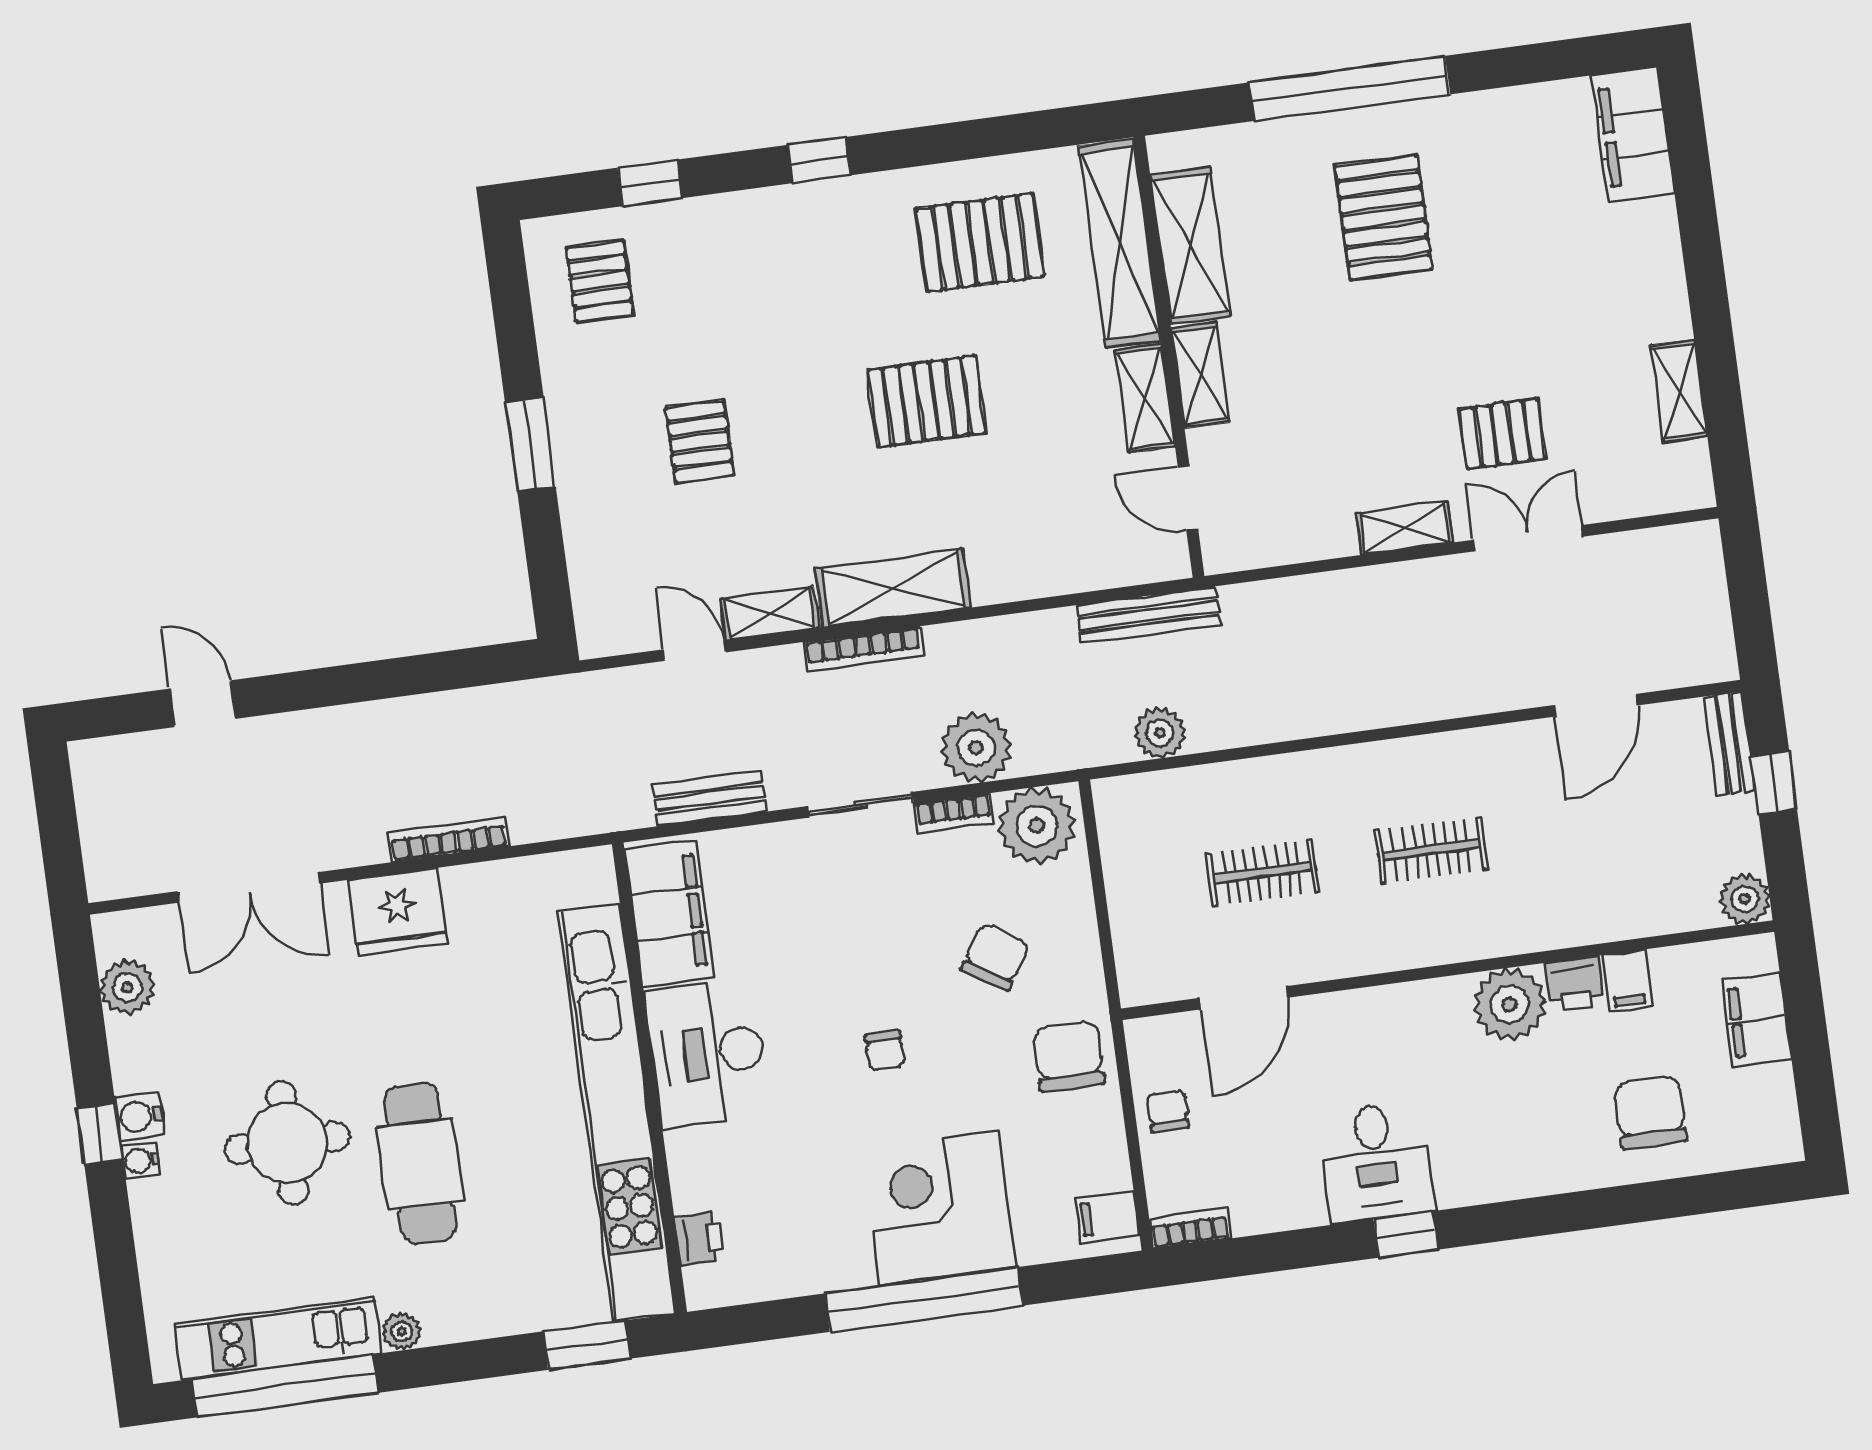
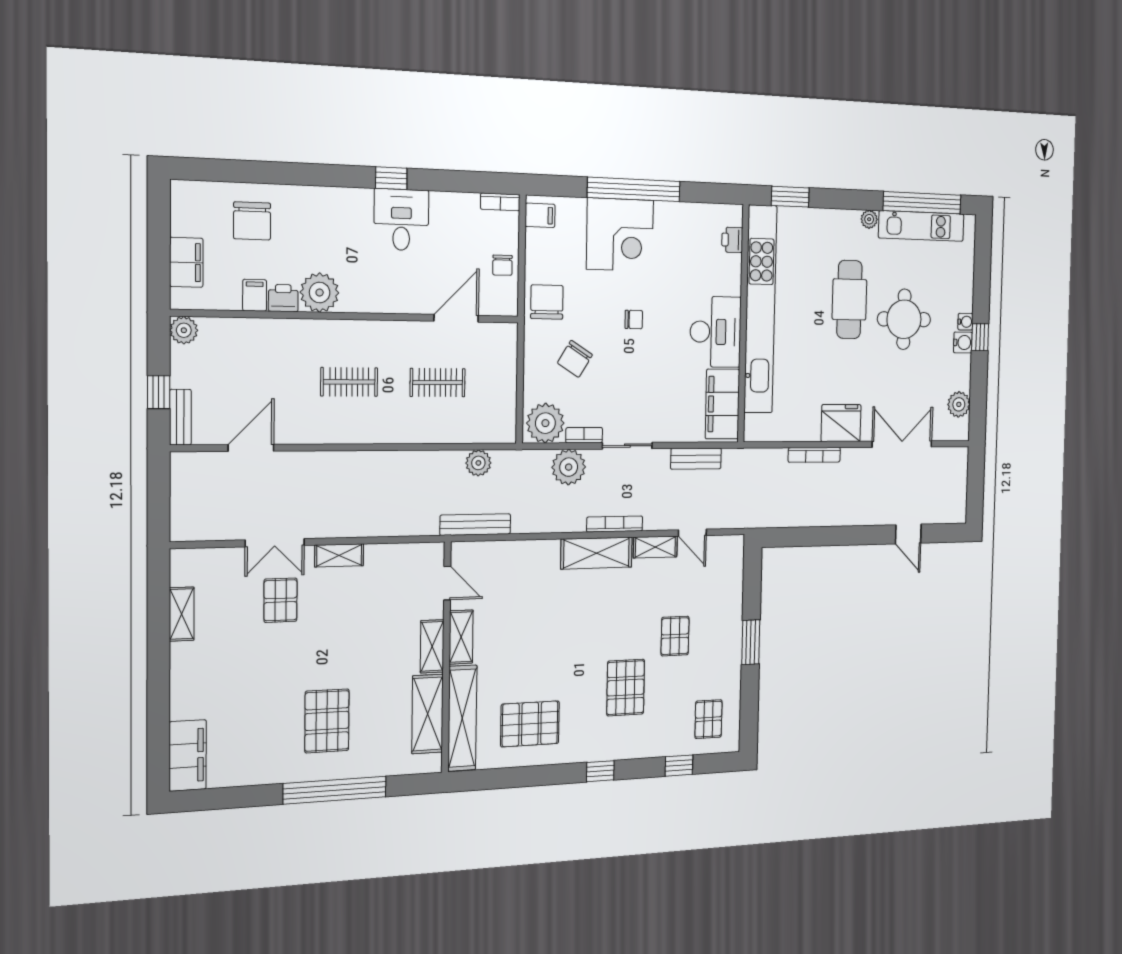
pallet: (927, 401) -> (626, 688), moved, turned 90
pallet: (1502, 434) -> (280, 600), turned 90
chair: (885, 1051) -> (634, 319), turned 90
chair: (1069, 1056) -> (547, 302), turned 180

